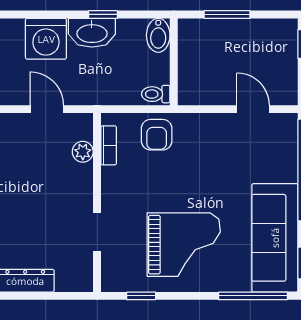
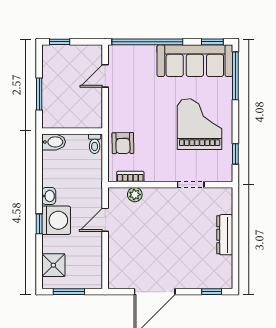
window: (103, 14) -> (39, 224), moved
washbasin: (92, 33) -> (49, 196), width x0.52, depth x0.69
armchair: (157, 135) -> (123, 143), turned 89

